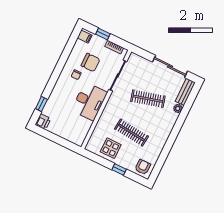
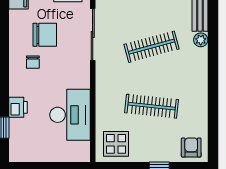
desk: (89, 101) -> (70, 115), moved
printer: (43, 122) -> (18, 107), moved
display table: (111, 148) -> (116, 144), moved

